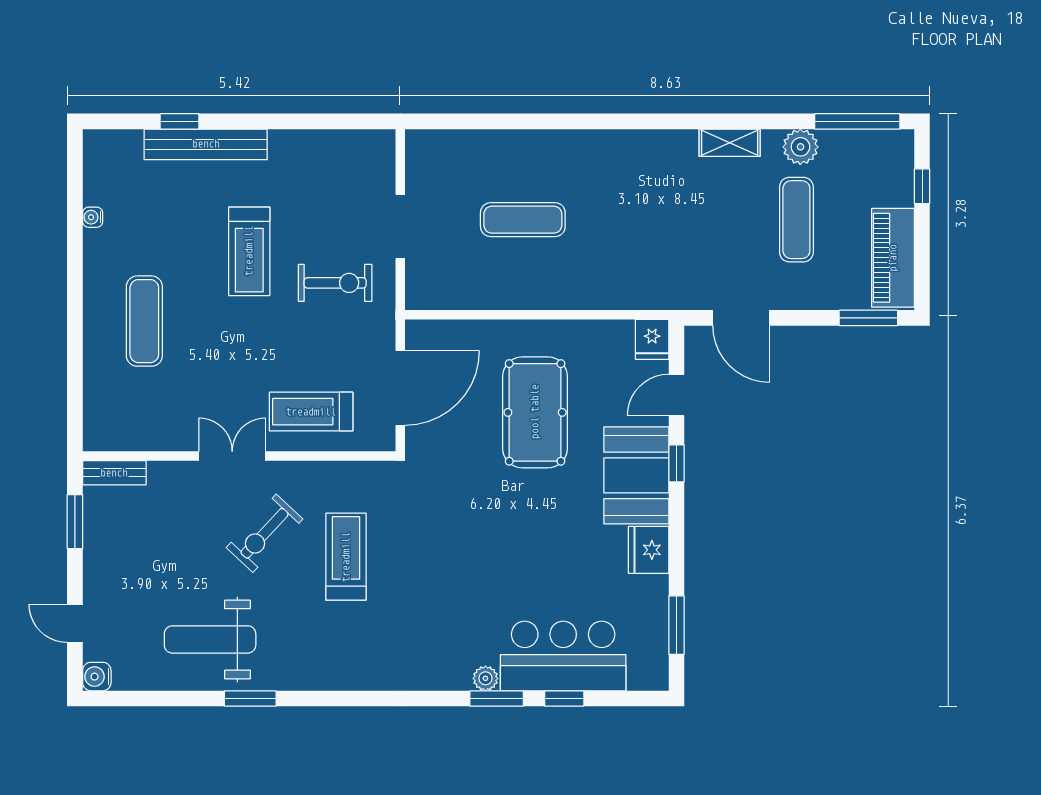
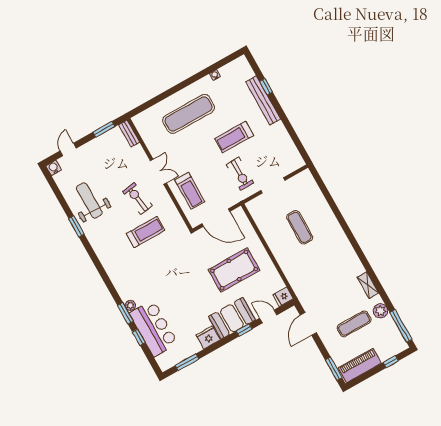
exercise mat: (144, 321) -> (189, 114), width x1.36, depth x1.45
treadmill: (311, 412) -> (190, 191), turned 180
exercise bike: (265, 533) -> (138, 199), turned 38

